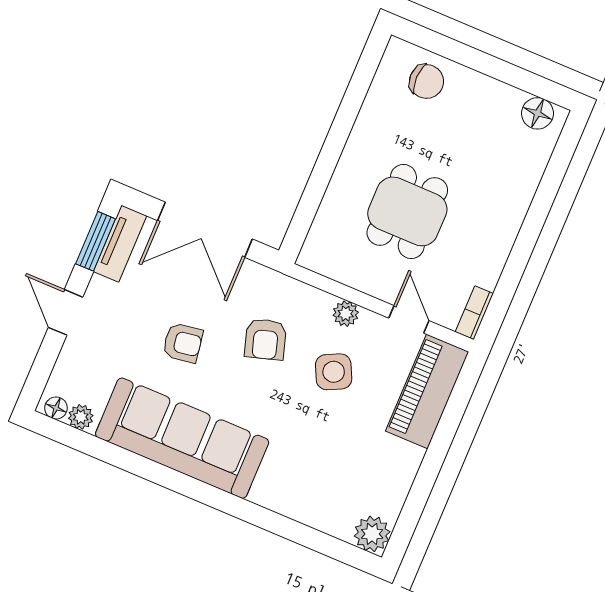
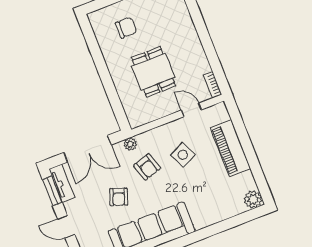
chair: (426, 81) -> (126, 28), moved
plant: (346, 314) -> (130, 144), moved
armchair: (183, 343) -> (119, 197), turned 118
piano: (427, 391) -> (230, 148), moved

